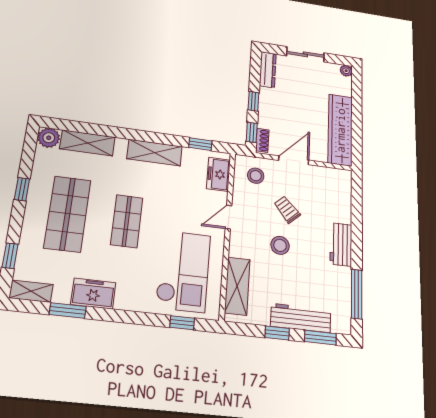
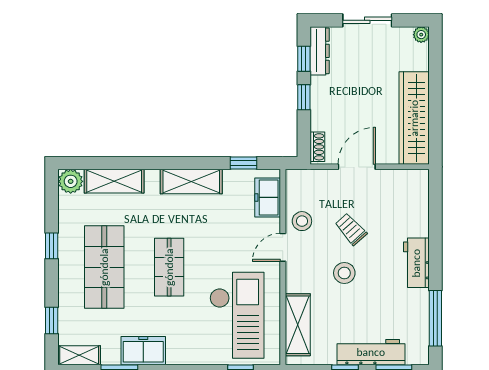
window: (252, 132) -> (304, 59), moved
stool: (256, 176) -> (302, 221), moved

